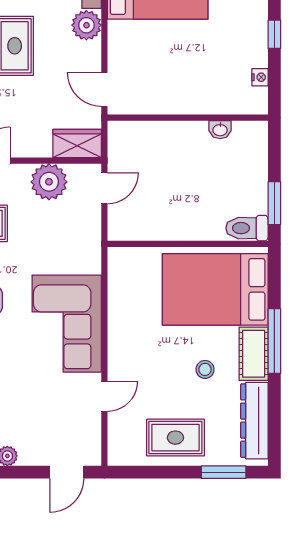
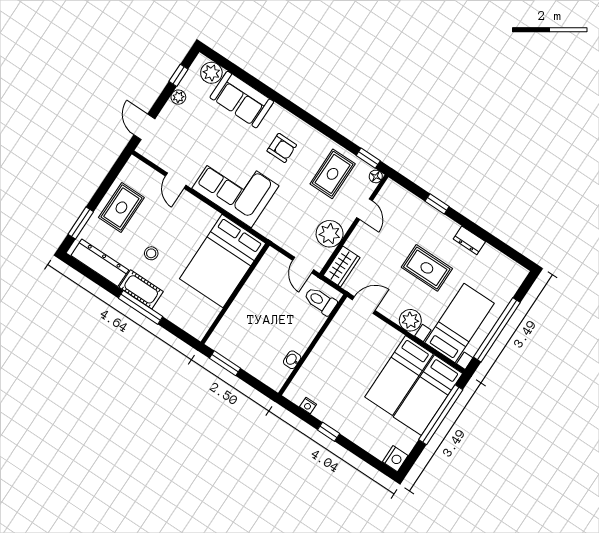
toilet: (247, 228) -> (320, 301), moved, turned -90
bed: (215, 289) -> (223, 261), moved, turned 180

